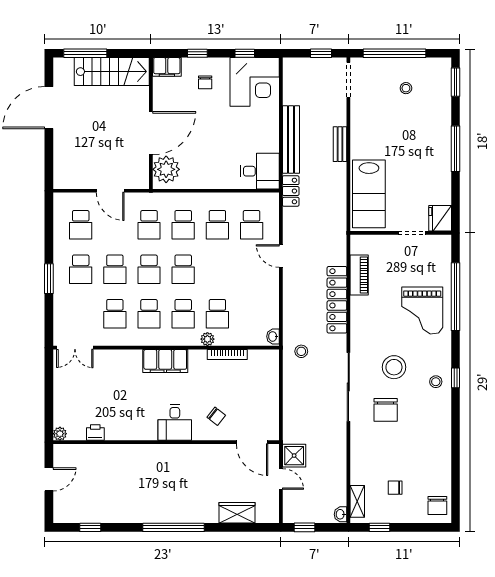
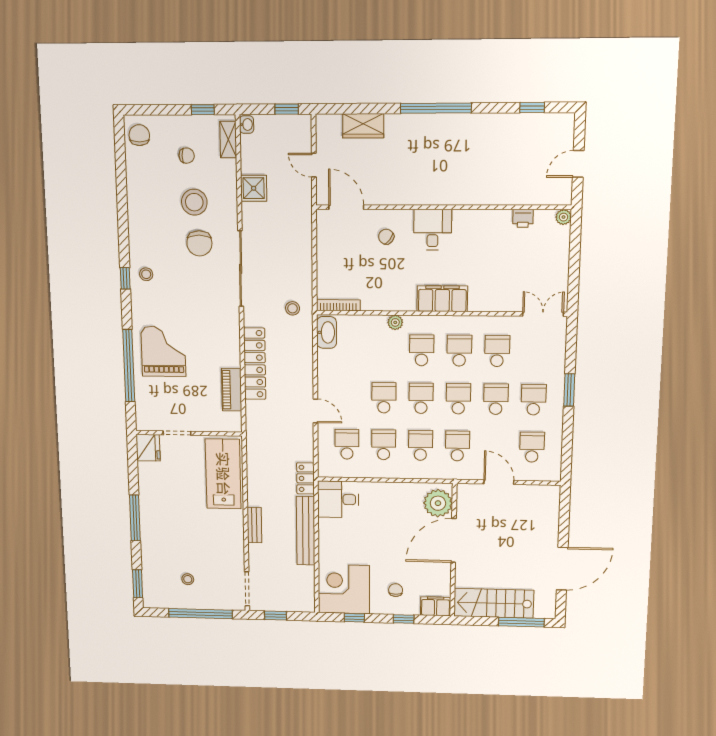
school desk: (217, 314) -> (384, 398), moved
washbasin: (273, 336) -> (327, 332), width x1.91, depth x1.45
bookcase: (227, 354) -> (338, 305), moved
stool: (394, 367) -> (194, 202), moved
chair: (386, 410) -> (199, 243), turned 180
shower: (294, 456) -> (254, 188), moved

